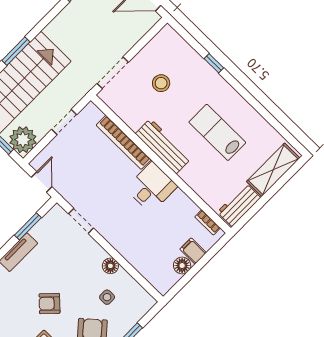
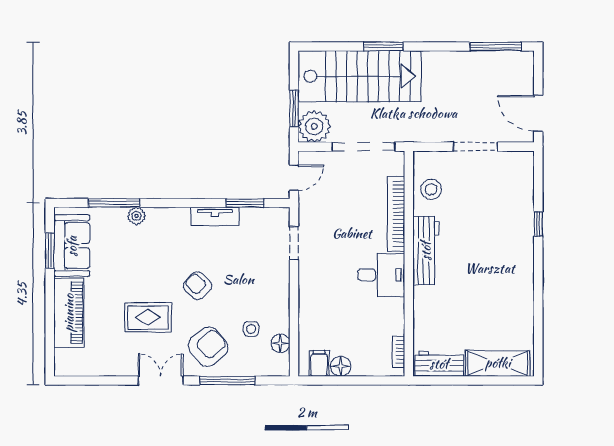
doorway: (113, 73) -> (476, 147), moved
stool: (161, 83) -> (431, 189), moved
doorway: (64, 122) -> (364, 147), width x1.88
lab bench: (217, 132) -> (483, 285), removed
filing cabinet: (193, 251) -> (319, 363), moved
floor lamp: (110, 266) -> (280, 343), moved

